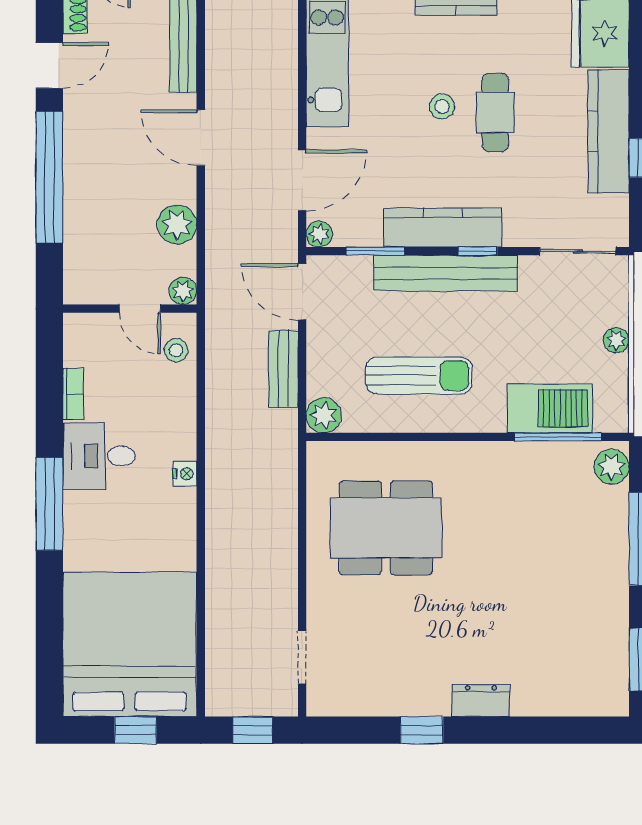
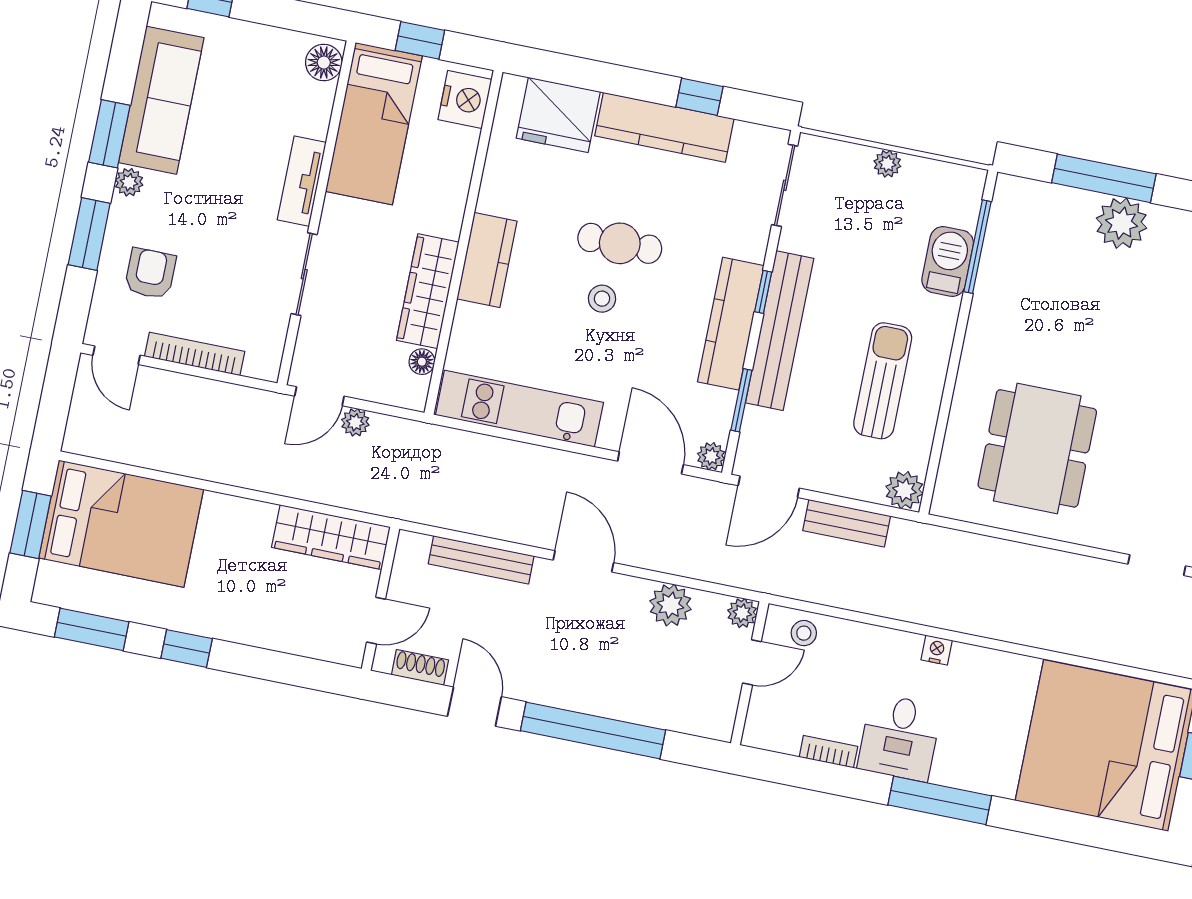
door: (201, 138) -> (583, 561), swing flipped
barbecue: (550, 408) -> (948, 261), width x0.73, depth x0.83
plant: (612, 467) -> (1122, 223), moved, width x1.36, depth x1.36

